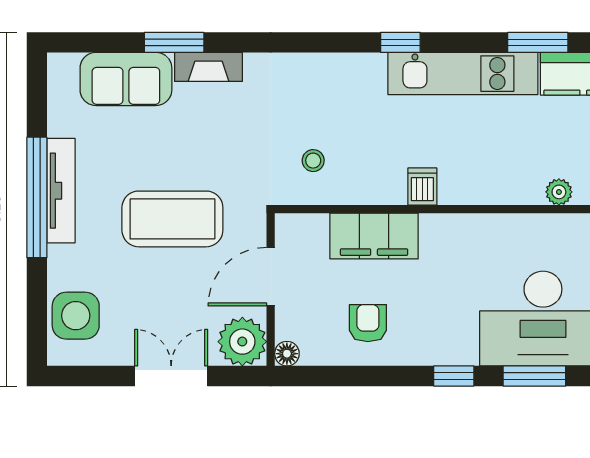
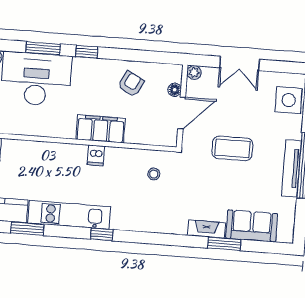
plant: (559, 192) -> (22, 147), removed
coffee table: (172, 219) -> (232, 148), width x0.73, depth x0.76
filing cabinet: (374, 236) -> (101, 129), moved
armchair: (368, 323) -> (131, 84), turned -153
plant: (242, 342) -> (194, 72), width x0.53, depth x0.53
floor lamp: (287, 354) -> (175, 90), moved

